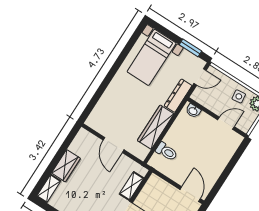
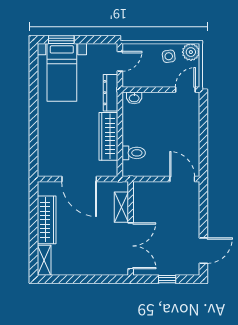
window: (190, 48) -> (61, 40), moved
door: (226, 123) -> (185, 90), moved
door: (113, 145) -> (79, 179), width x1.36
wardrobe: (66, 166) -> (47, 220), width x1.50

